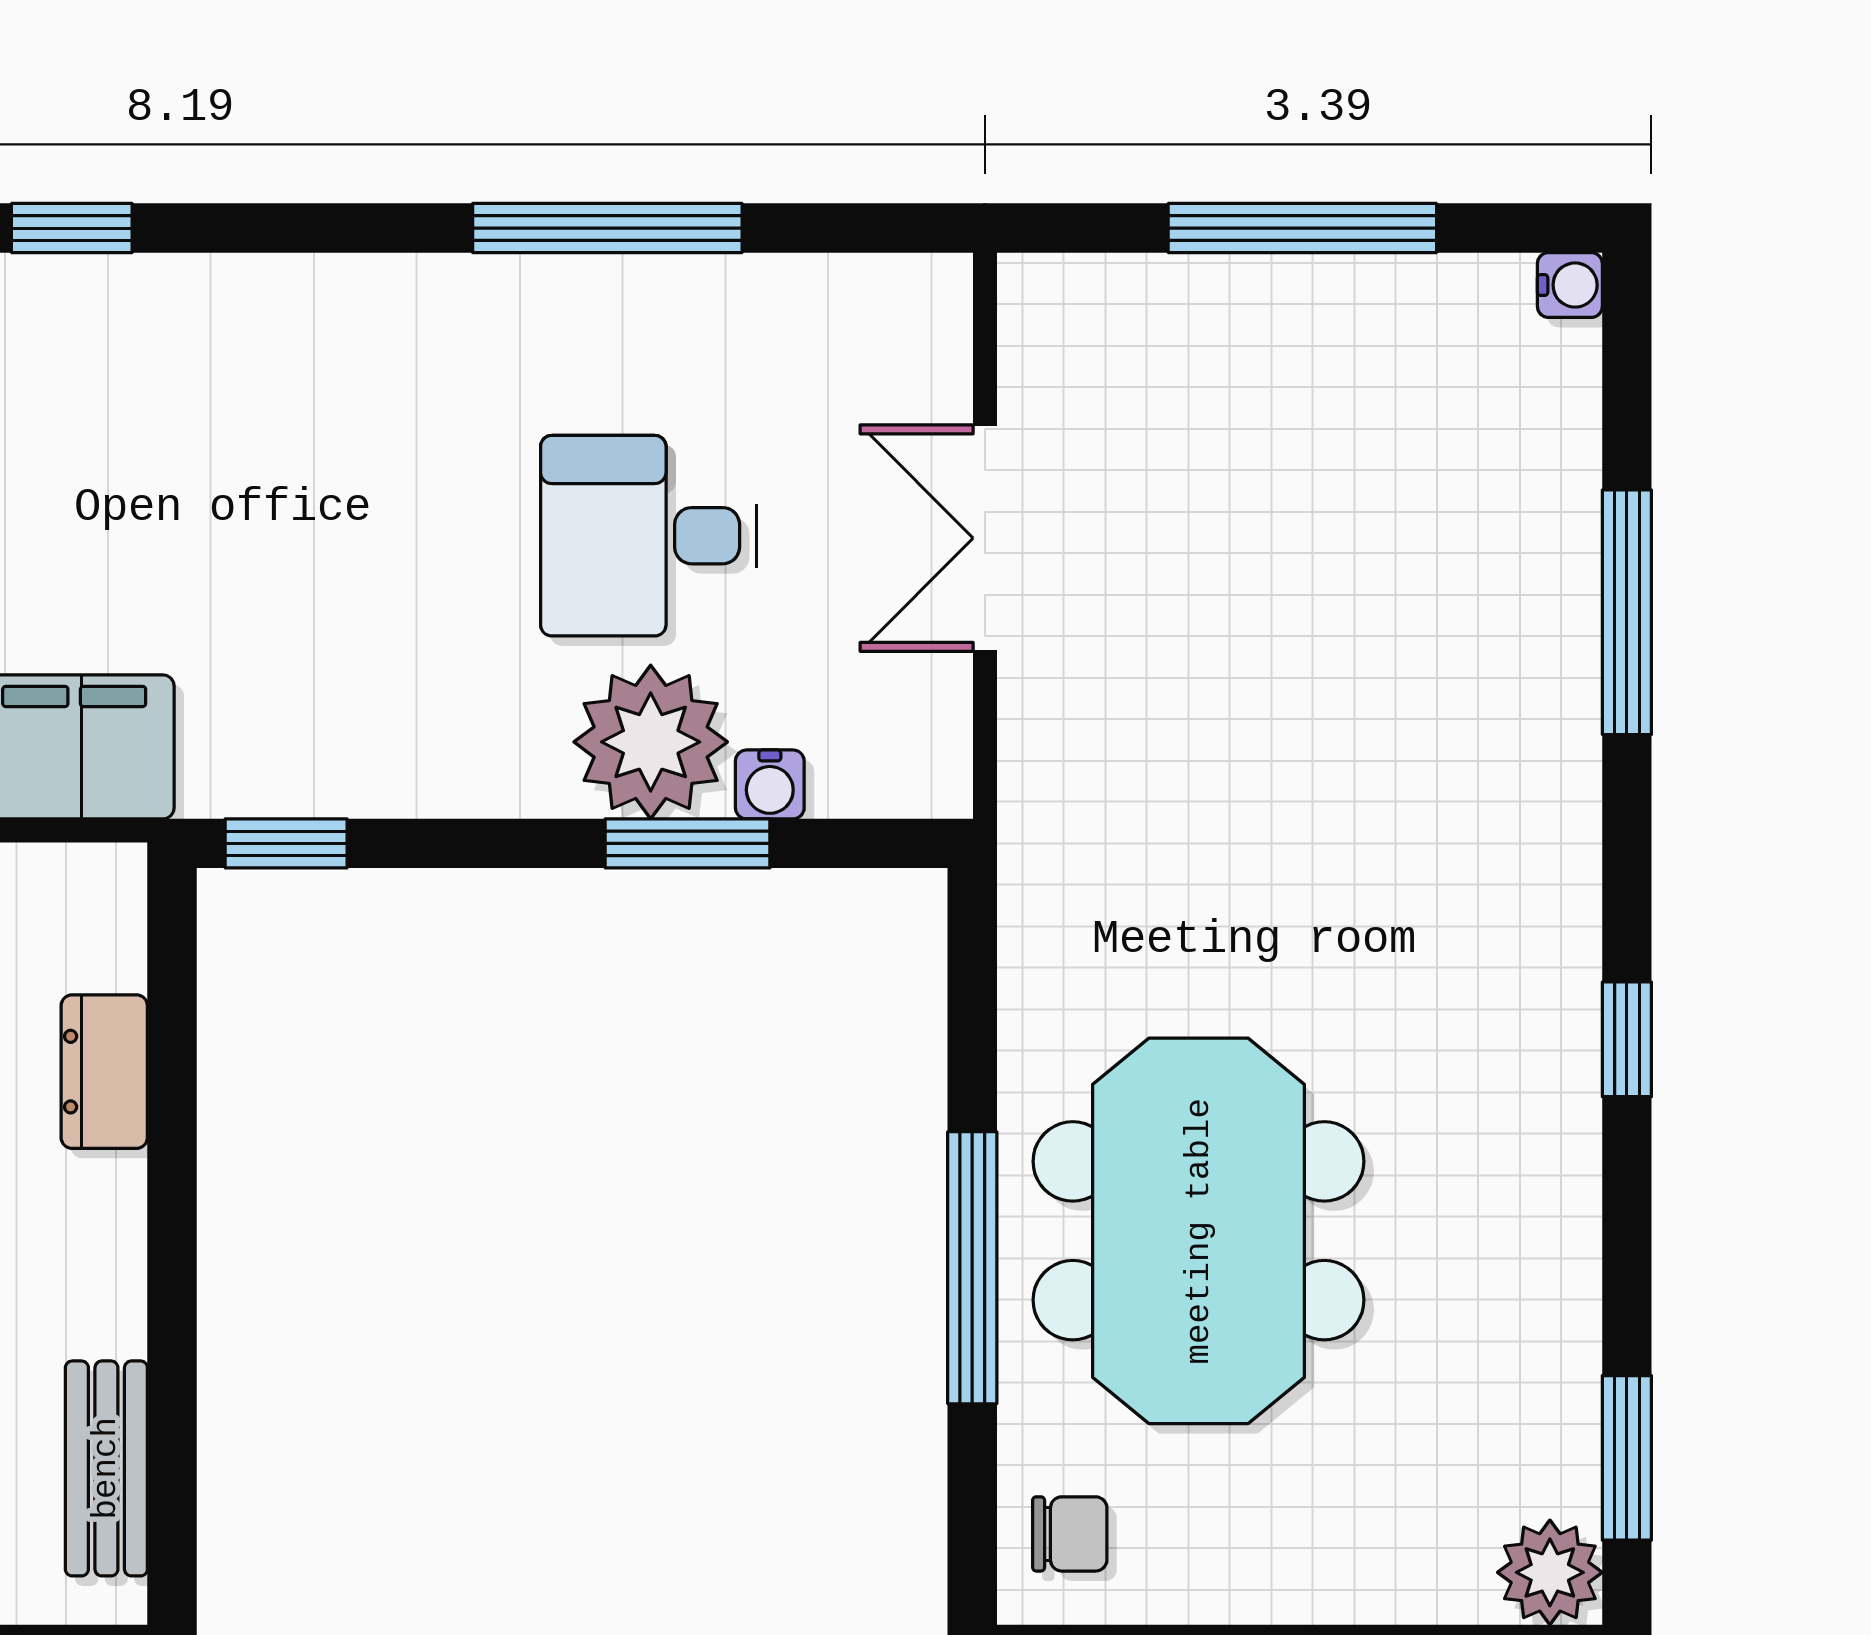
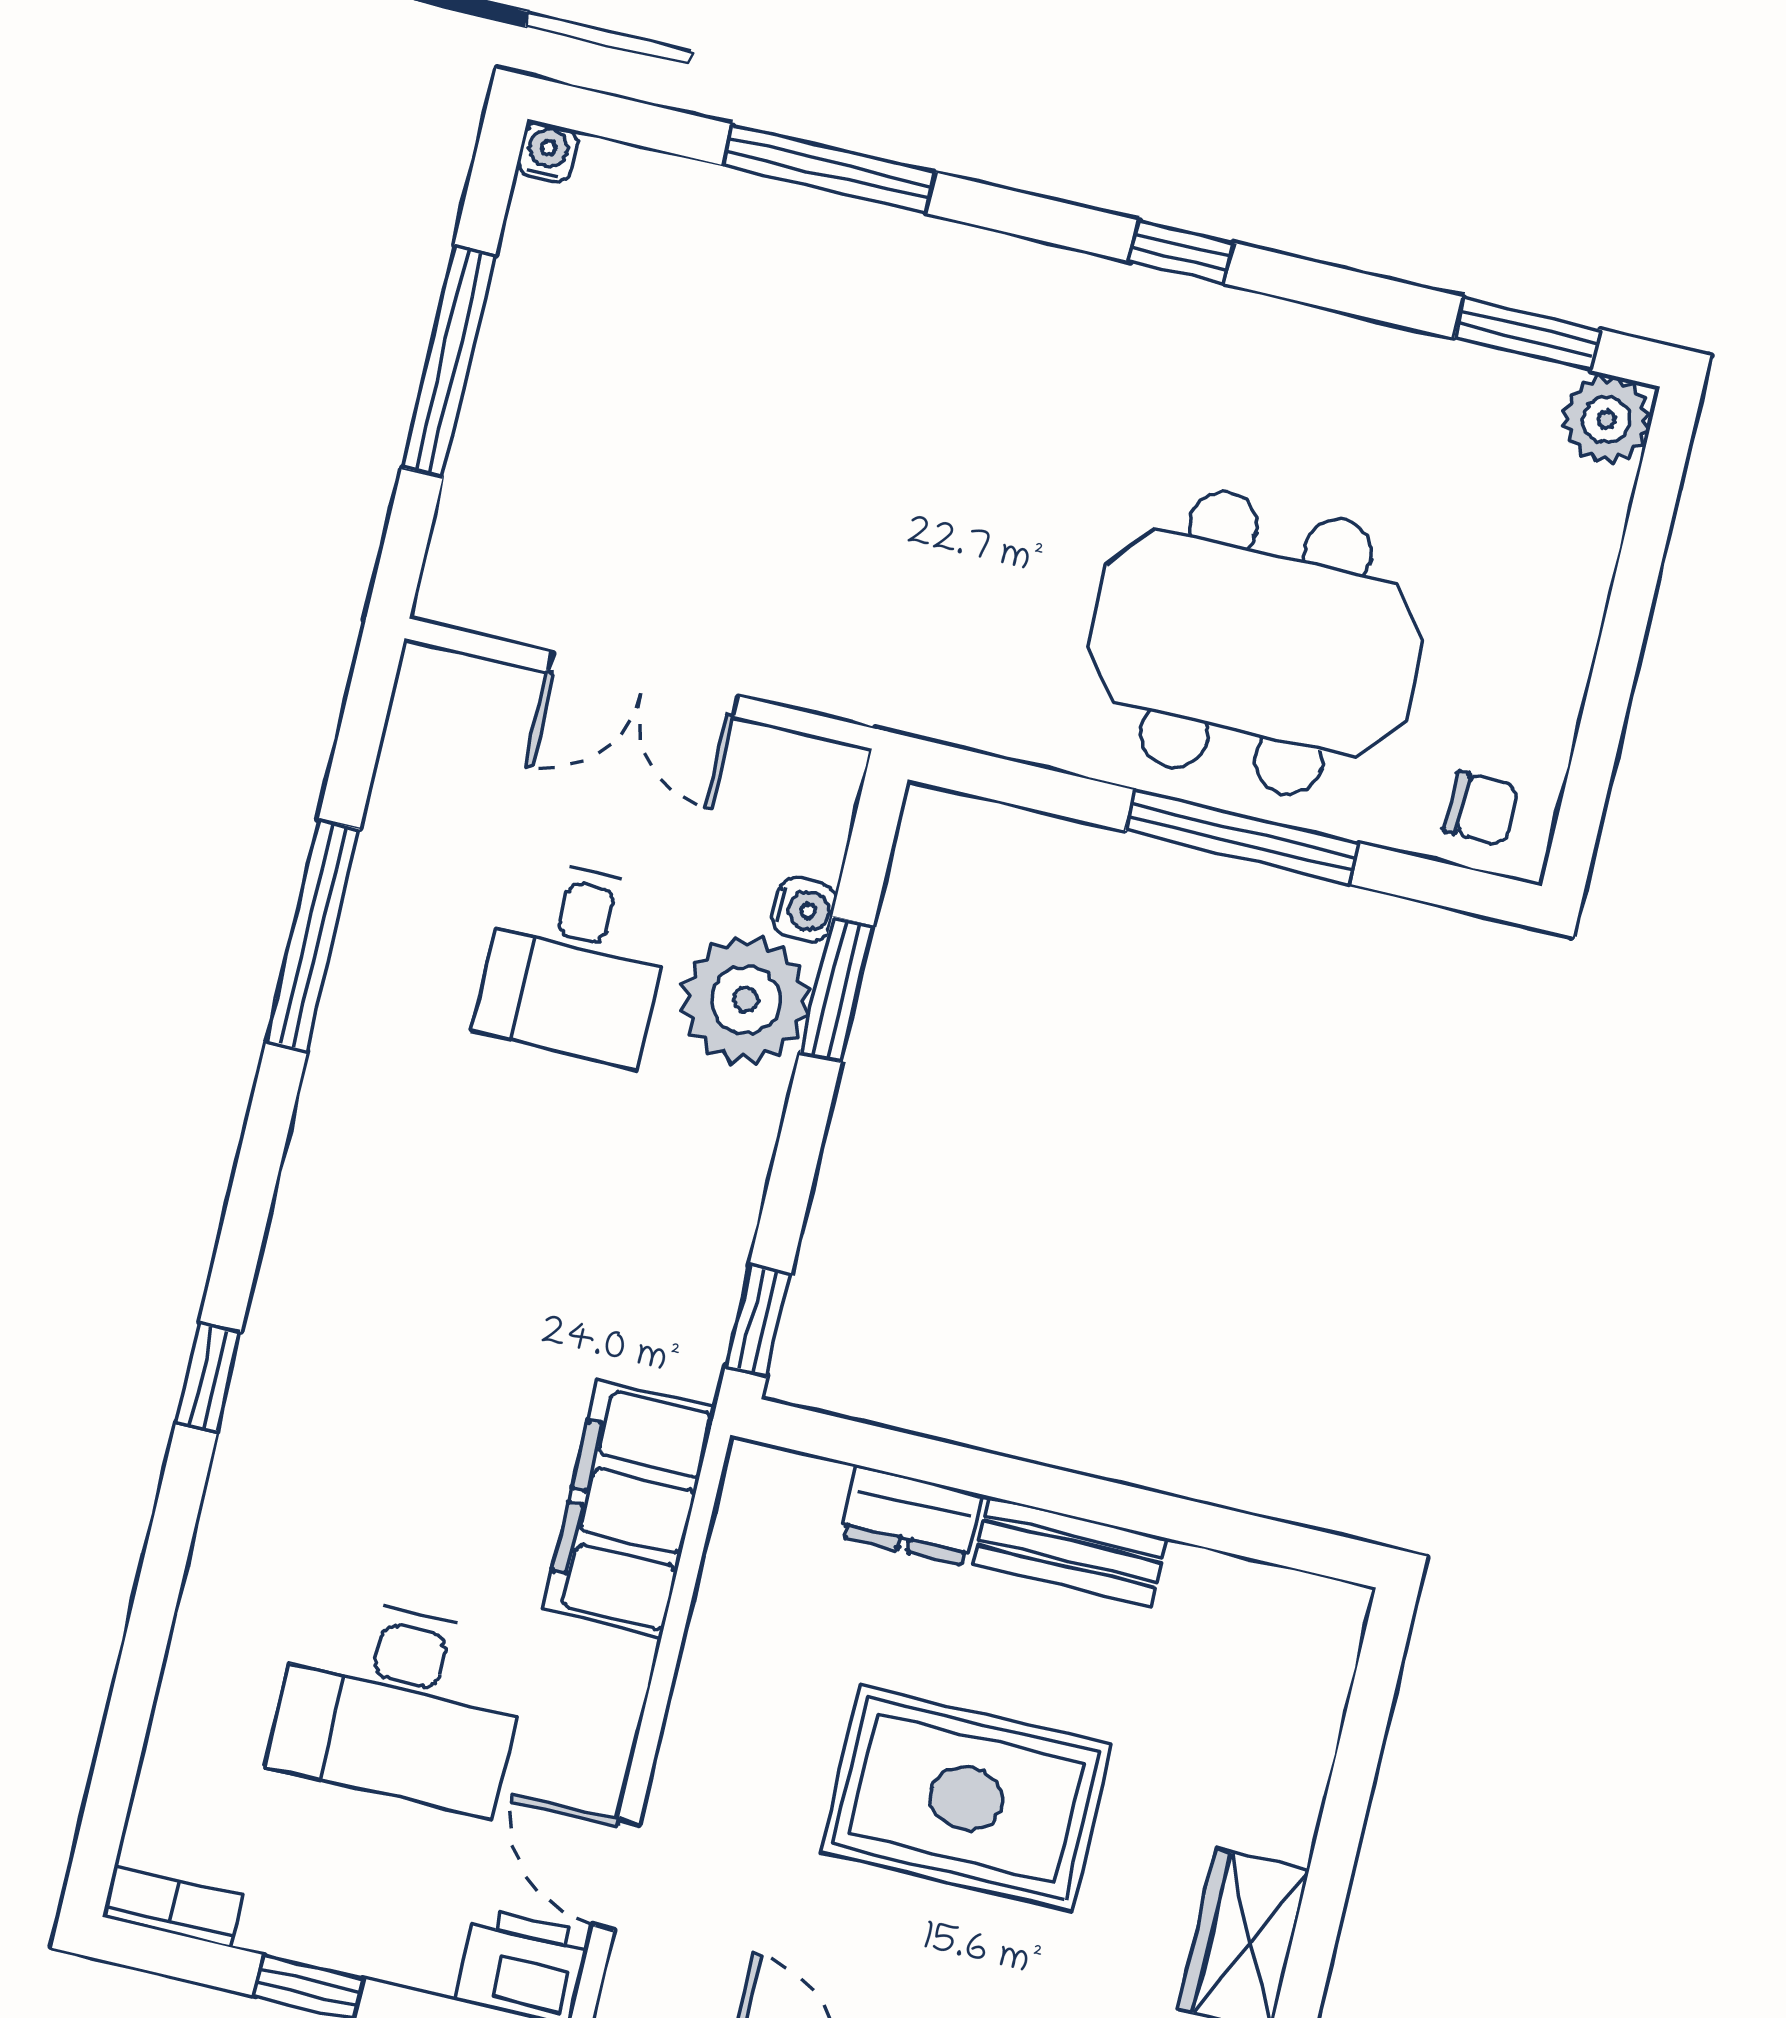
bench: (106, 1468) -> (1070, 1551), moved
chair: (1070, 1534) -> (1481, 808), turned 90

